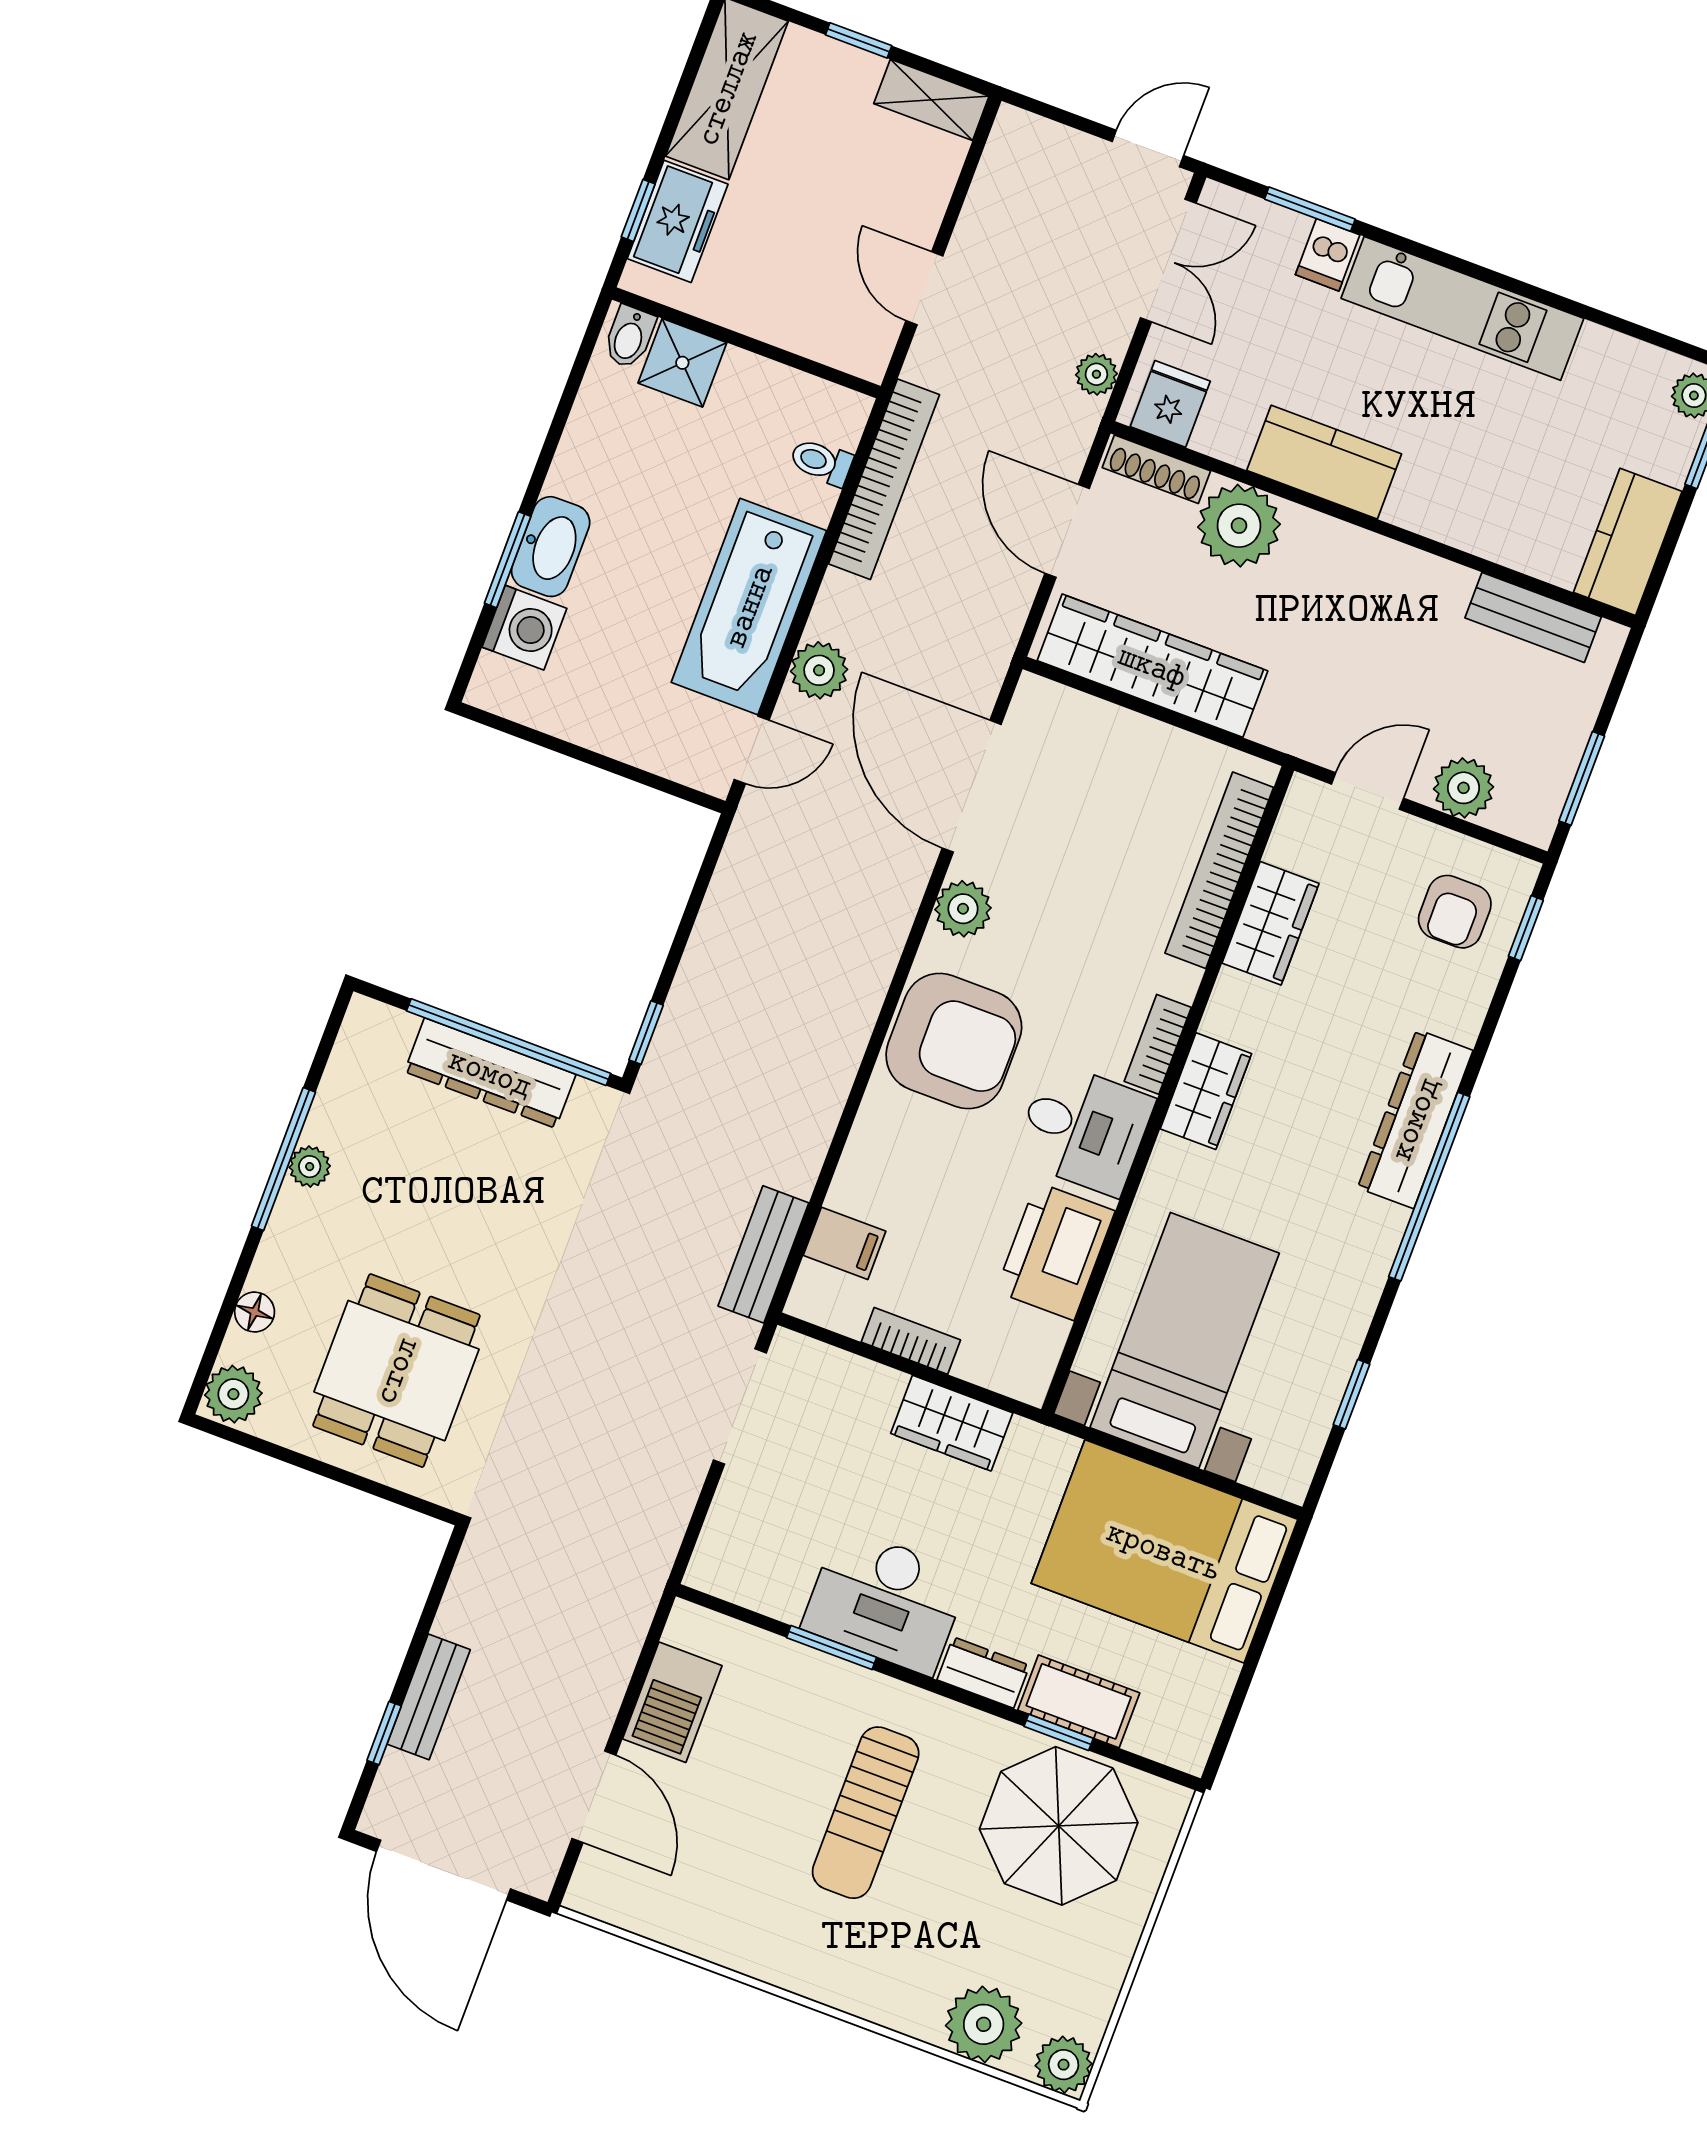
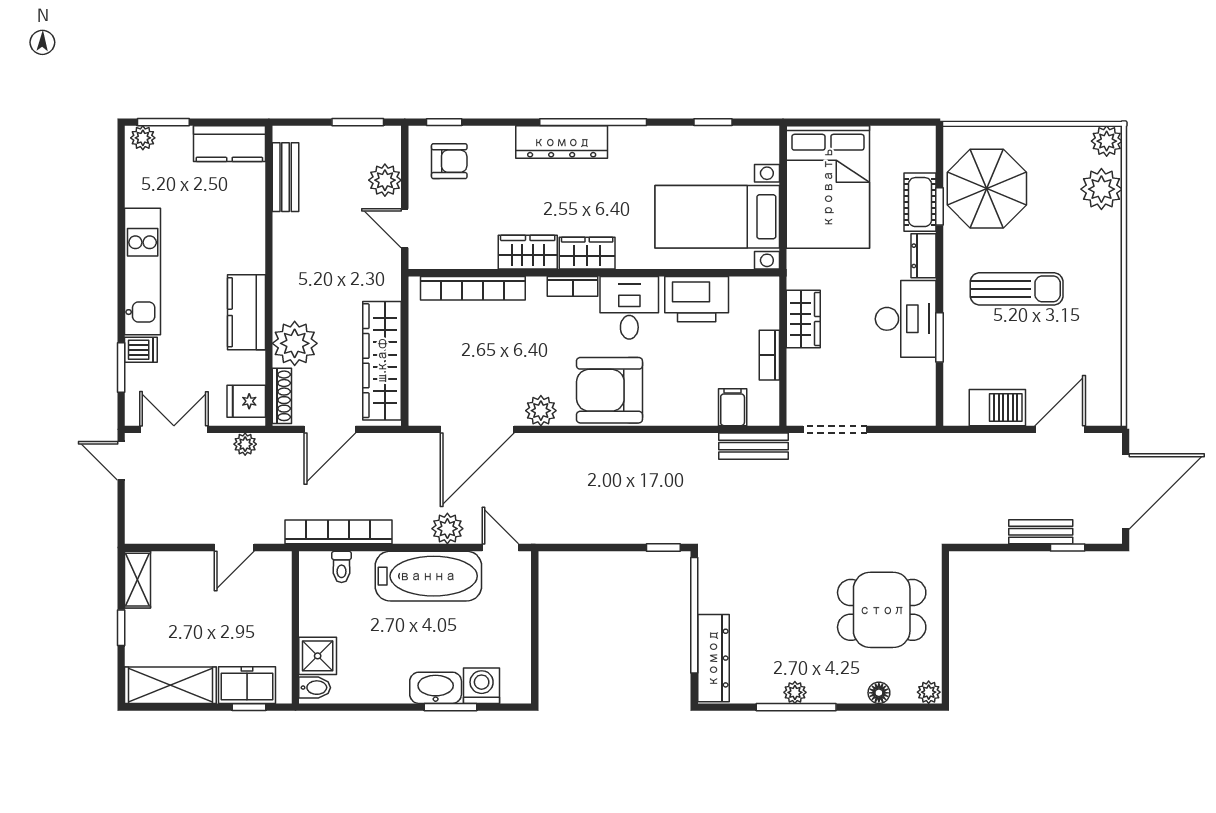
wardrobe: (1271, 923) -> (528, 252), moved
armchair: (954, 1041) -> (609, 390), turned -90
dresser: (490, 1073) -> (713, 658), moved
plant: (233, 1394) -> (929, 692), width x0.73, depth x0.73

